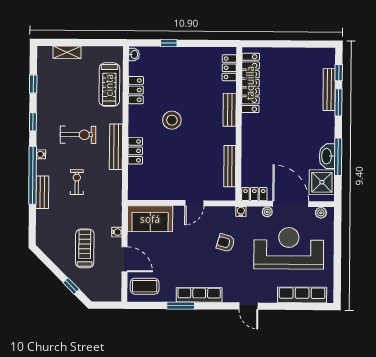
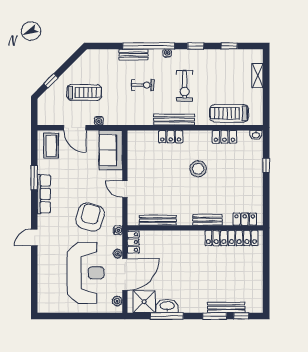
armchair: (226, 243) -> (90, 217), width x1.88, depth x1.88
door: (124, 259) -> (75, 128), hinge flipped
row of seats: (302, 295) -> (44, 285), removed

